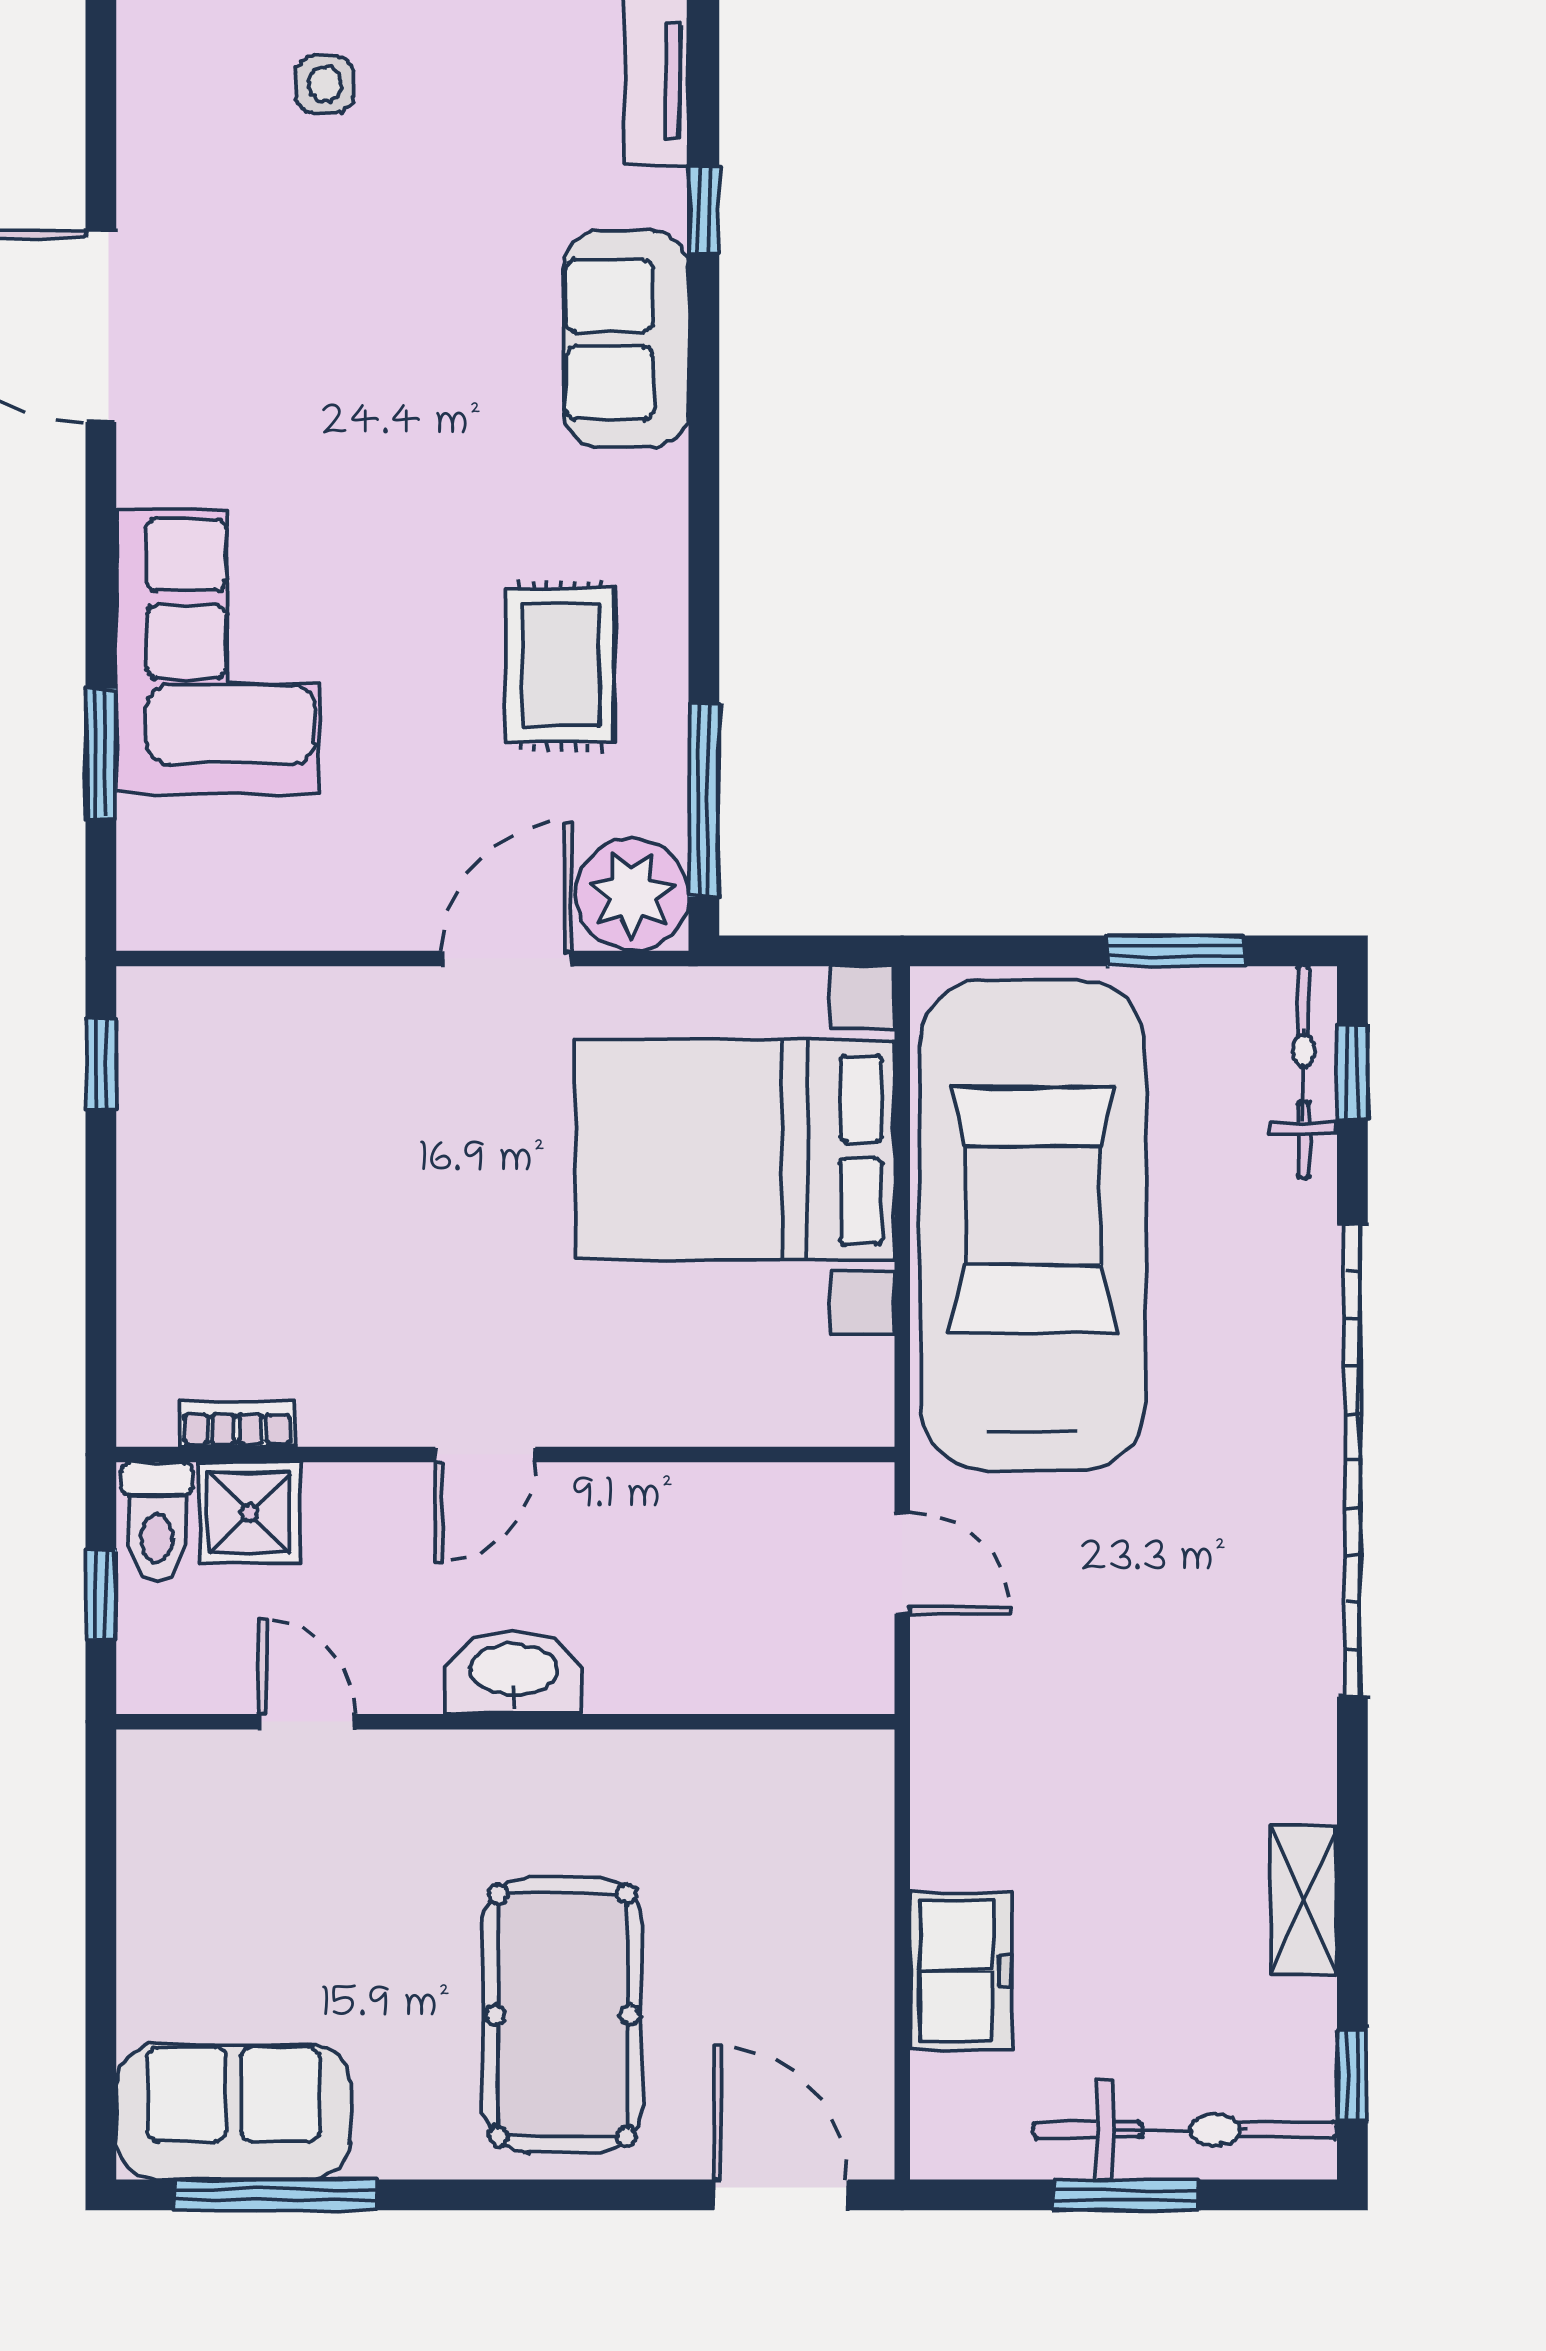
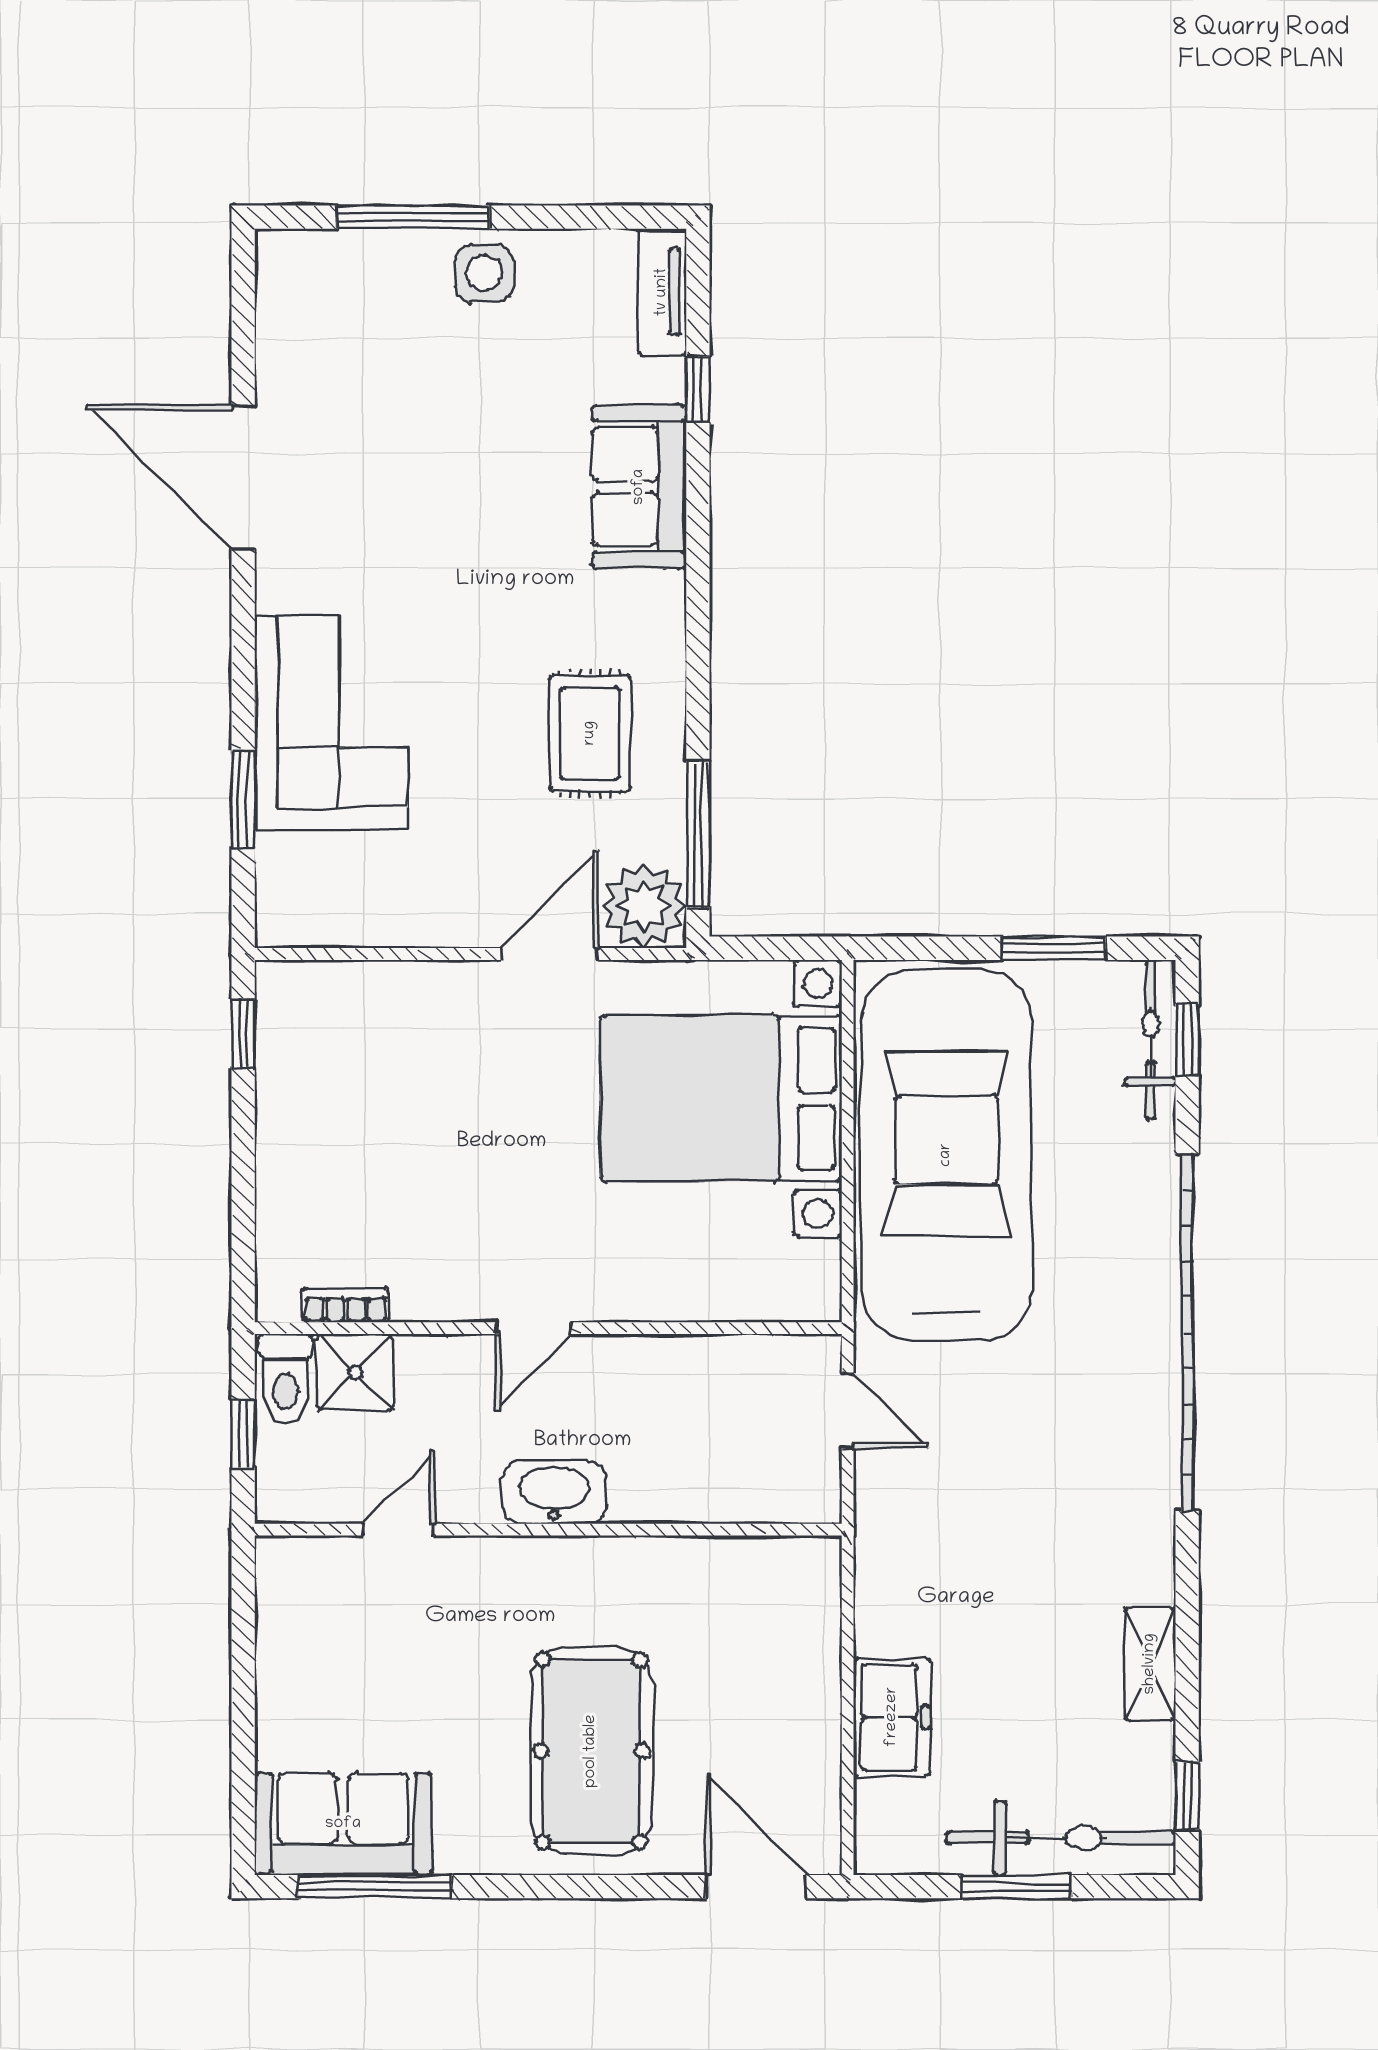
side table: (325, 84) -> (484, 273), moved, width x1.37, depth x1.37
door: (307, 1722) -> (399, 1530), hinge flipped

